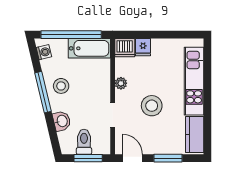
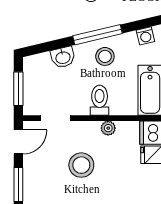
doorway: (113, 115) -> (55, 118), moved
toilet: (84, 142) -> (100, 100), moved, turned -90

